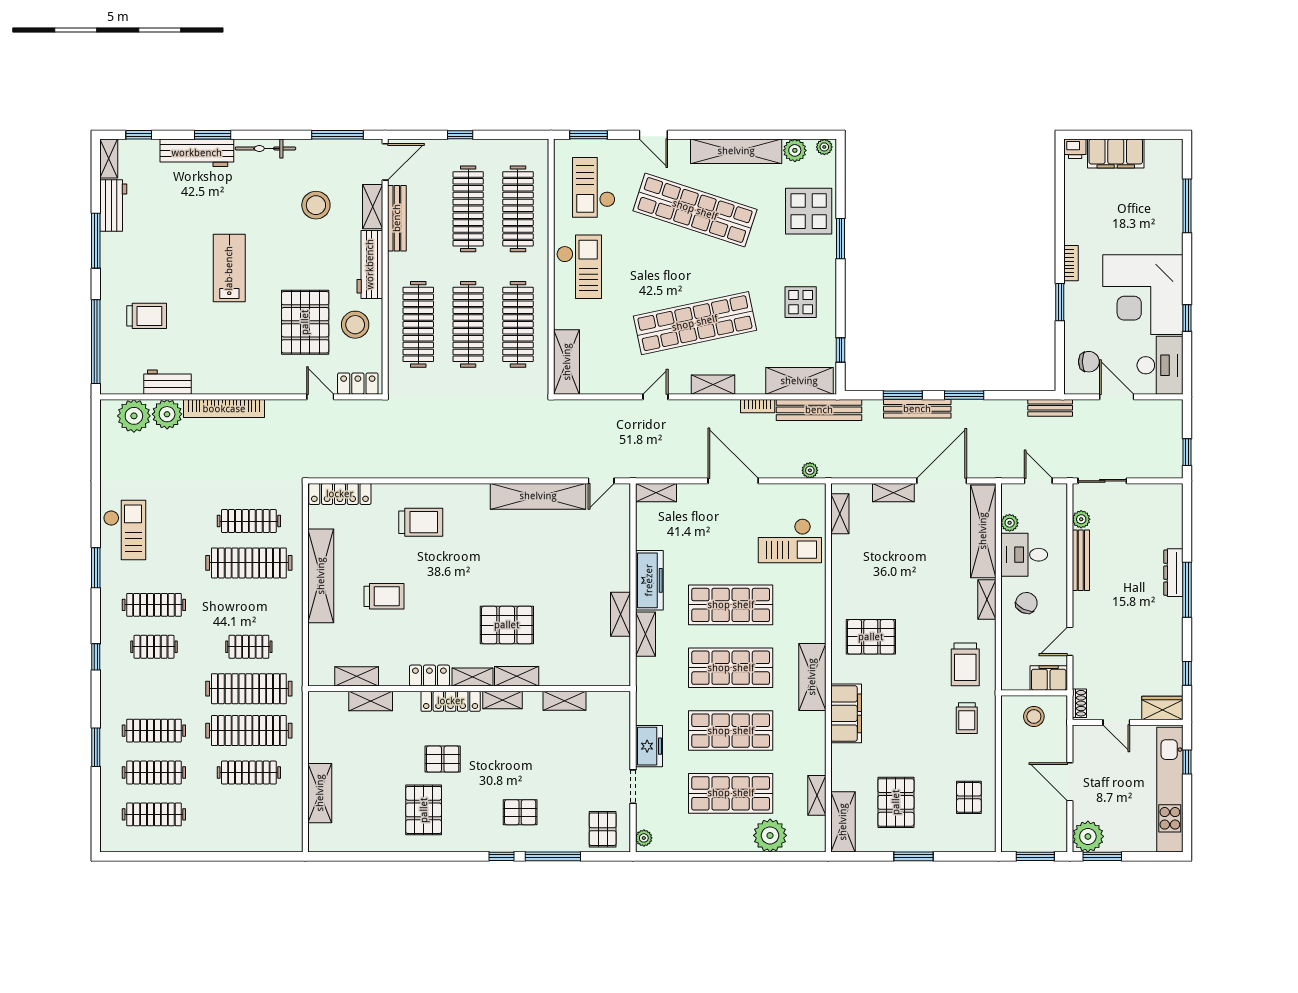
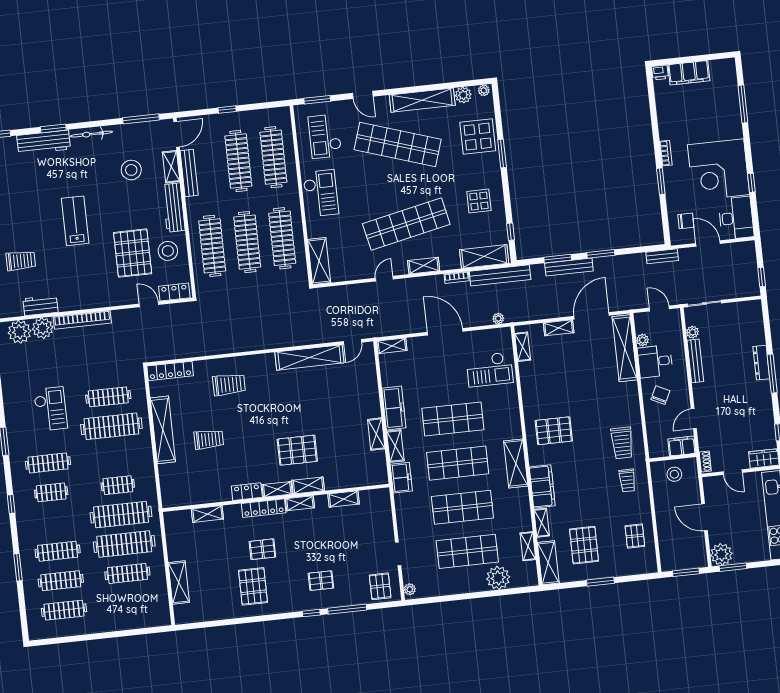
checkout: (125, 530) -> (51, 409), moved
shelving: (987, 599) -> (542, 523), moved
shelving: (357, 676) -> (196, 498), removed
freezer: (649, 746) -> (401, 478), moved

